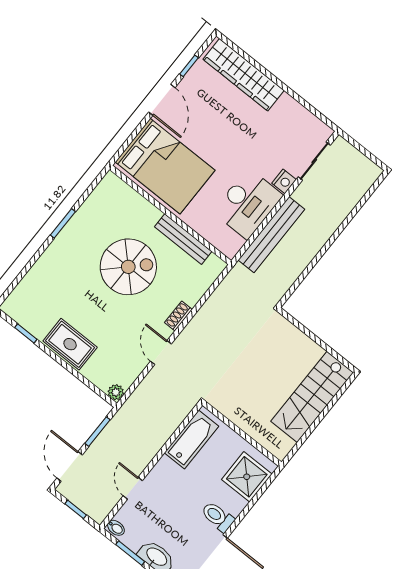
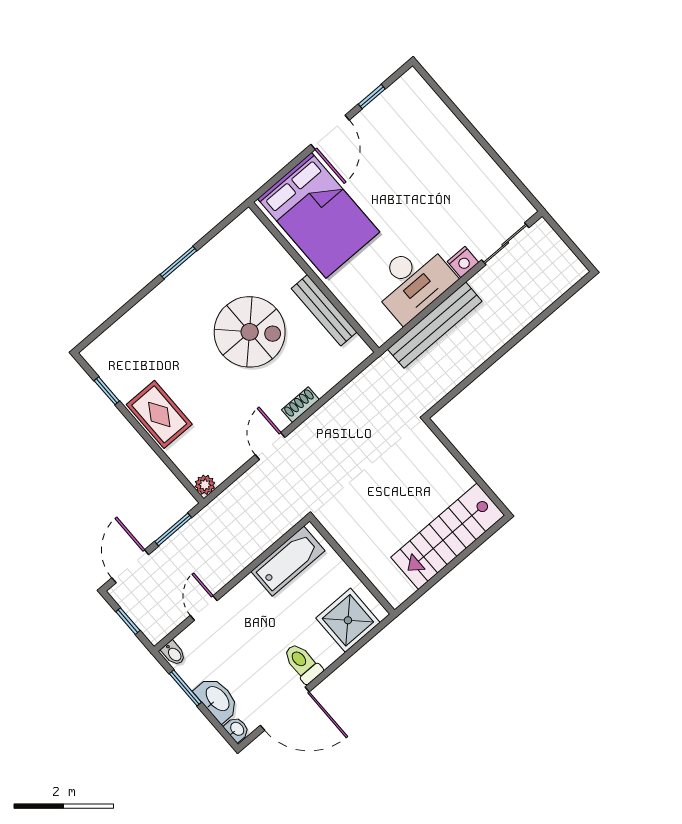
wardrobe: (244, 75) -> (438, 120), removed

